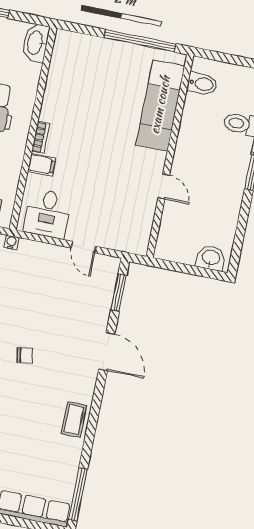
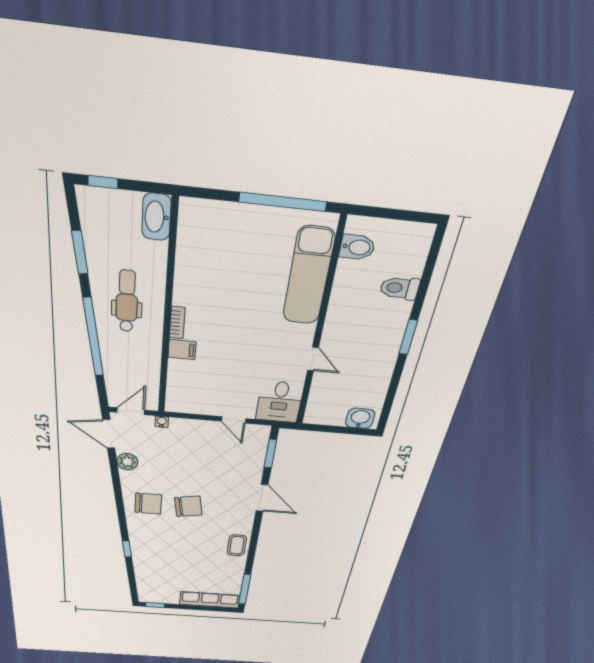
desk: (47, 214) -> (280, 402), moved
chair: (25, 355) -> (188, 506), width x1.87, depth x1.87

